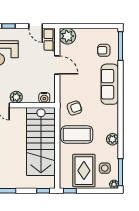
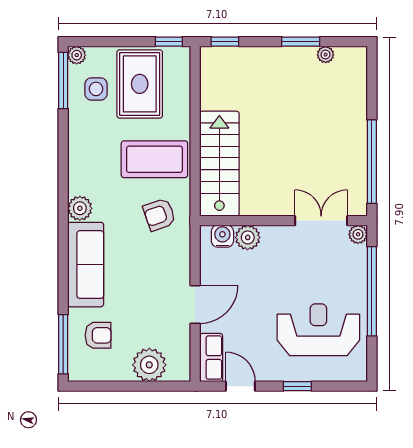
plant: (68, 36) -> (149, 365), moved
door: (57, 65) -> (195, 304), swing flipped
plant: (16, 97) -> (248, 237), moved
plant: (112, 139) -> (80, 208), moved
stairs: (41, 142) -> (219, 164), width x0.73, depth x0.66

